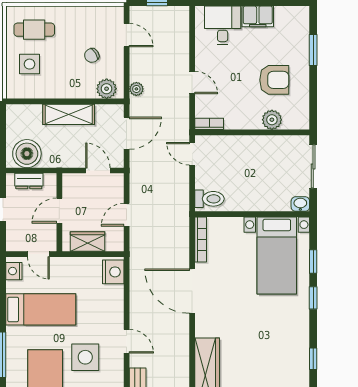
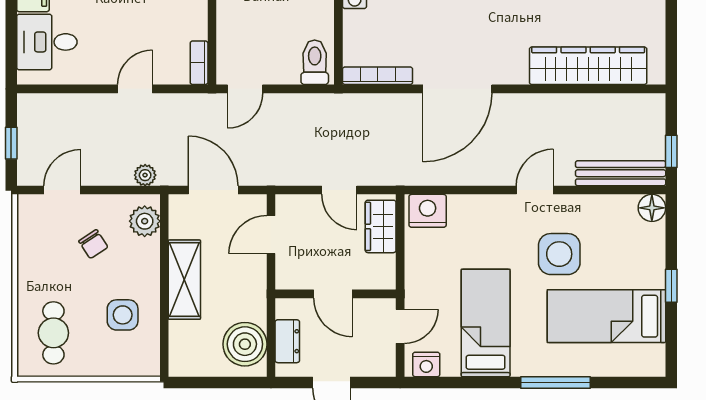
side table: (30, 64) -> (123, 315), moved
wardrobe: (88, 242) -> (381, 226), moved

